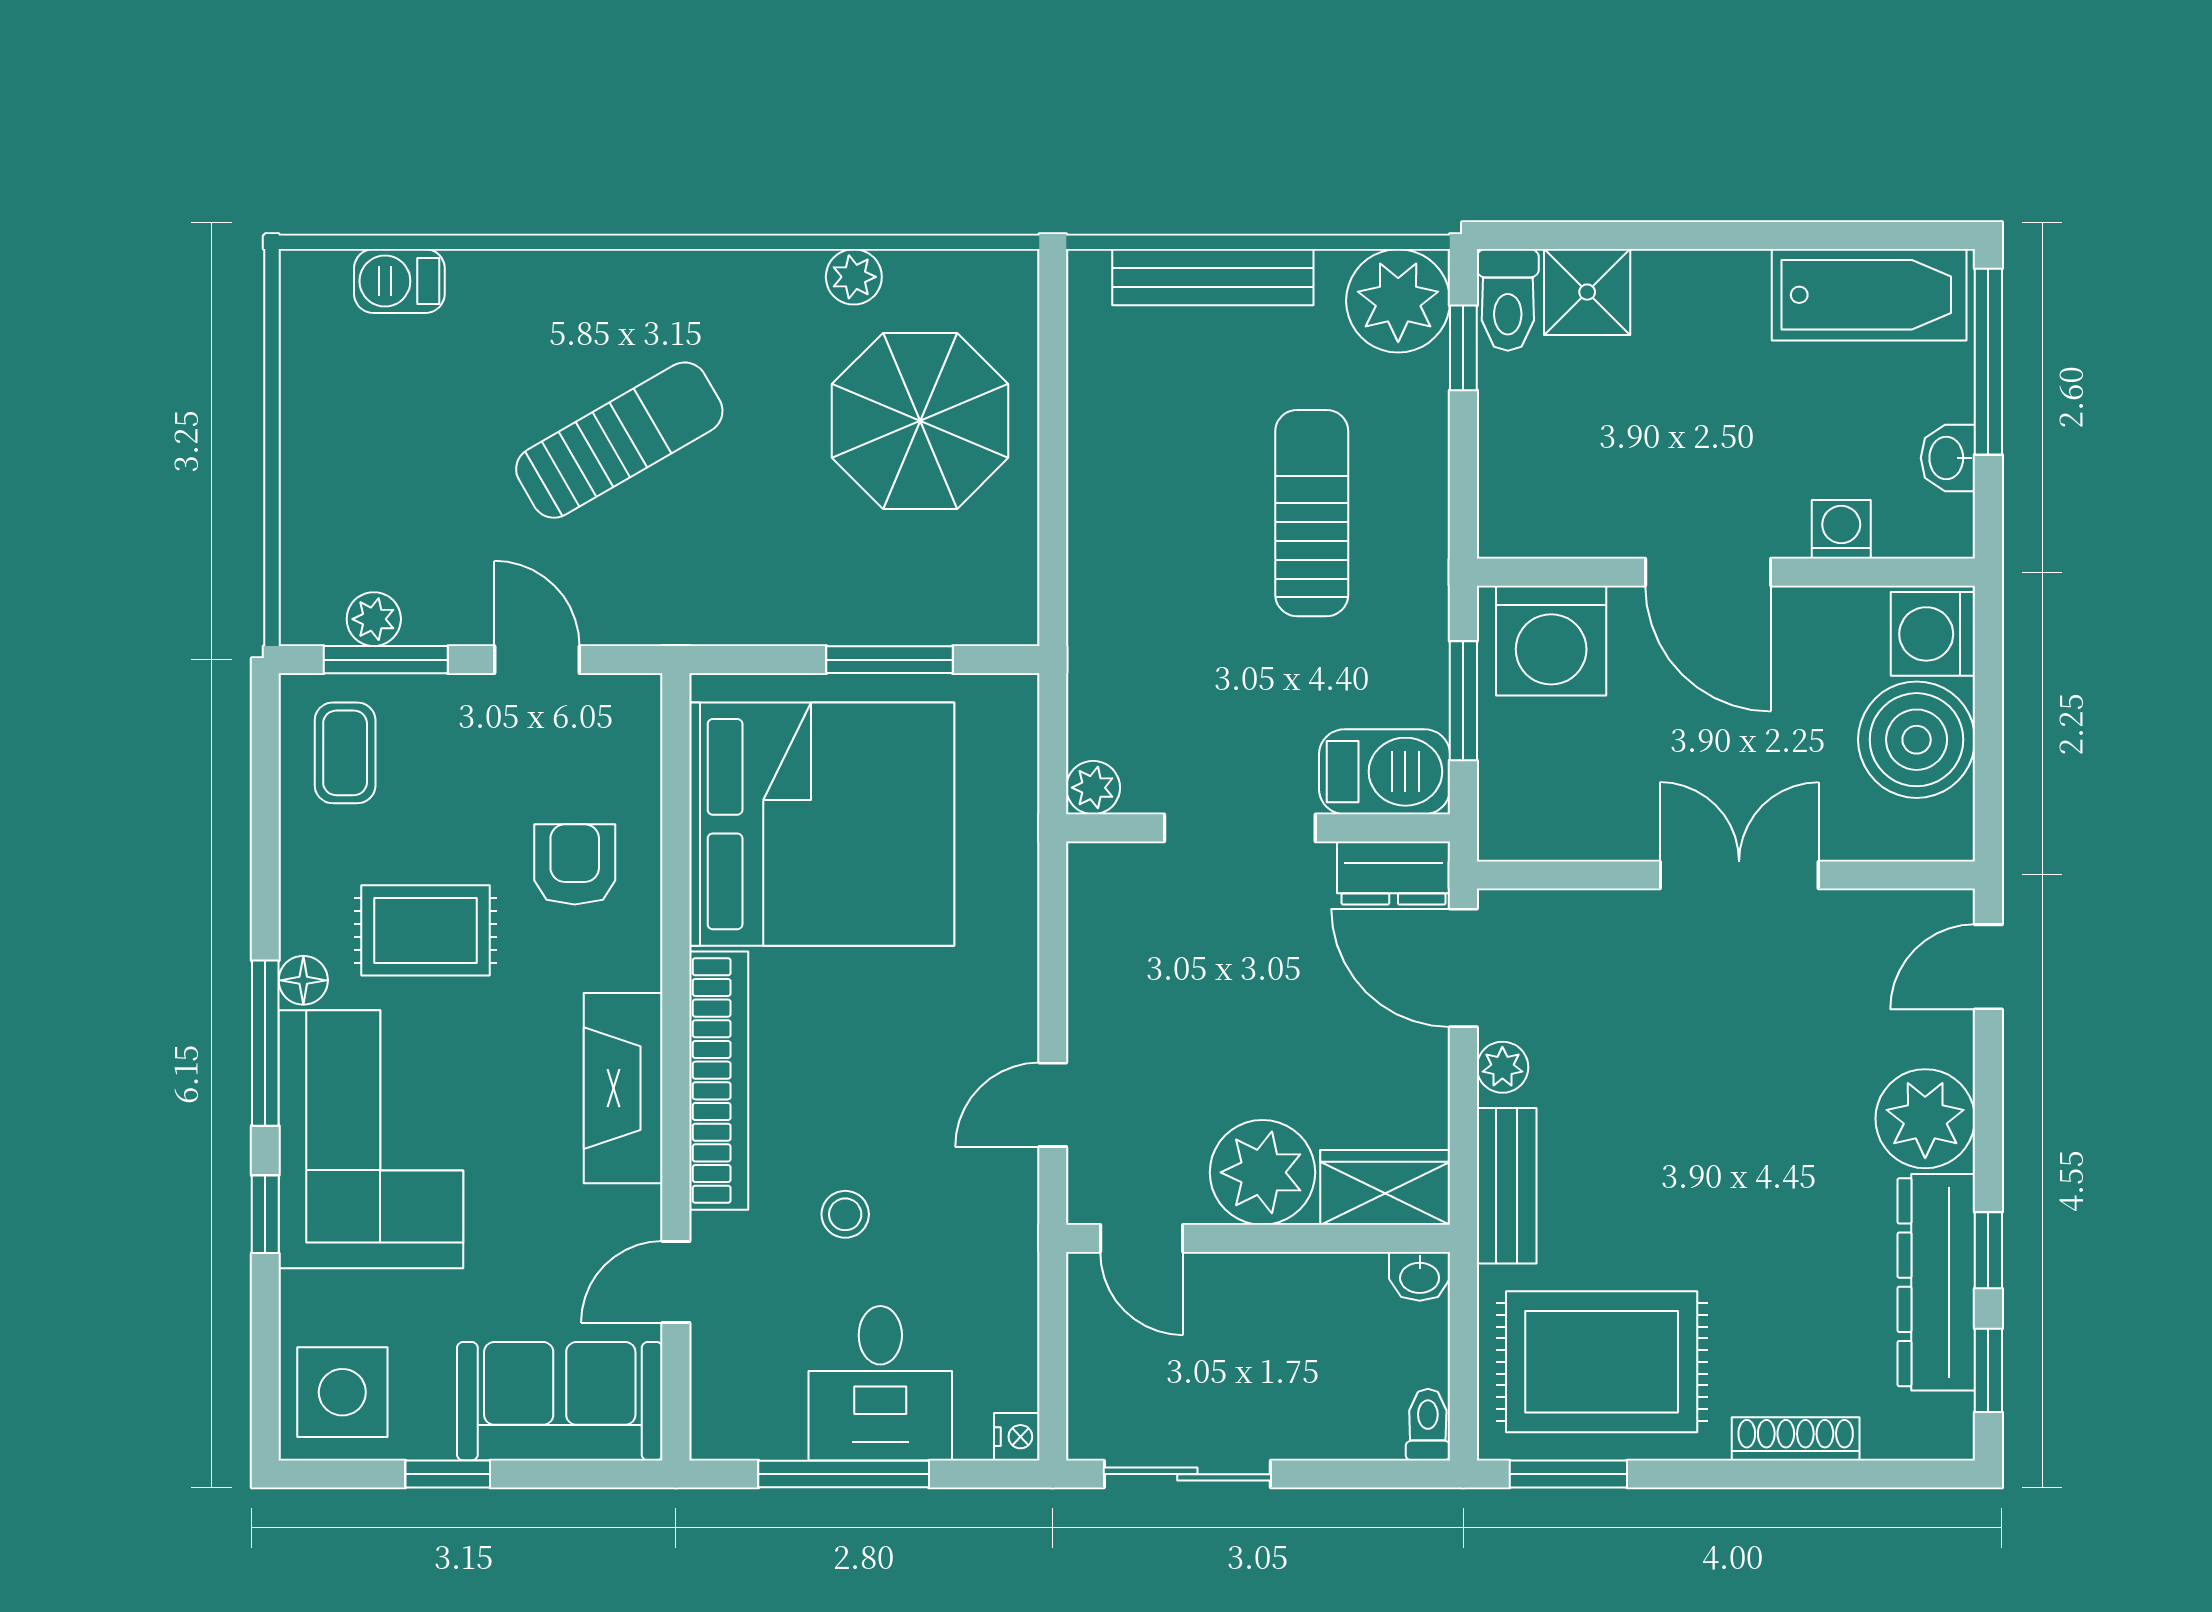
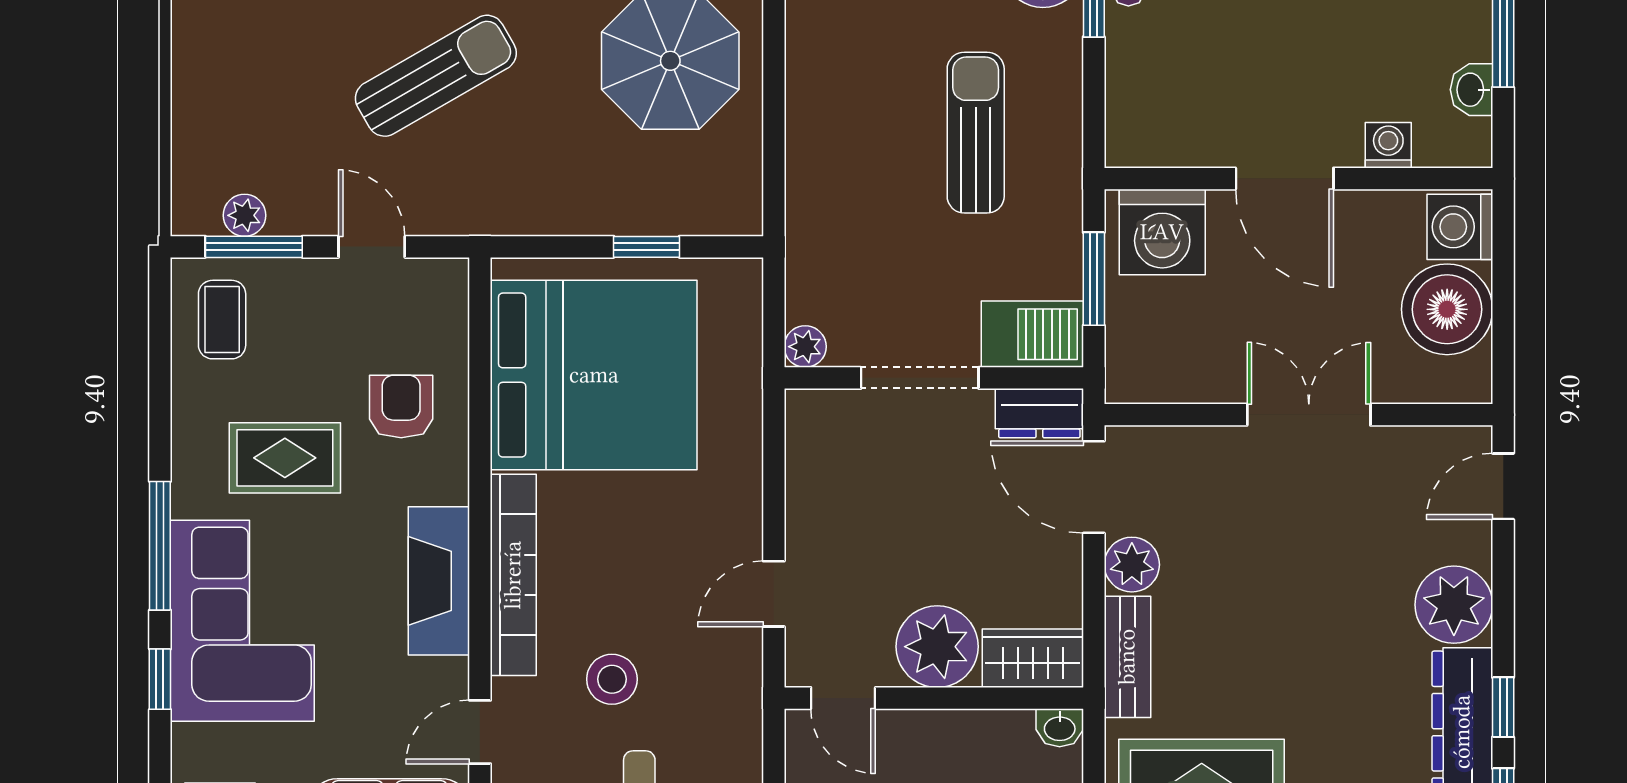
window: (890, 660) -> (647, 247), width x0.67
floor lamp: (303, 980) -> (190, 497), removed
plant: (1502, 1067) -> (1132, 565), width x1.38, depth x1.38
stool: (845, 1214) -> (612, 679), width x1.37, depth x1.37

